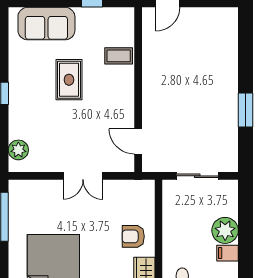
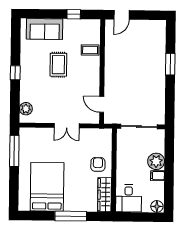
window: (246, 110) -> (170, 64), moved
sliding door: (197, 176) -> (139, 127), width x1.37
armchair: (133, 236) -> (98, 164), turned 90

